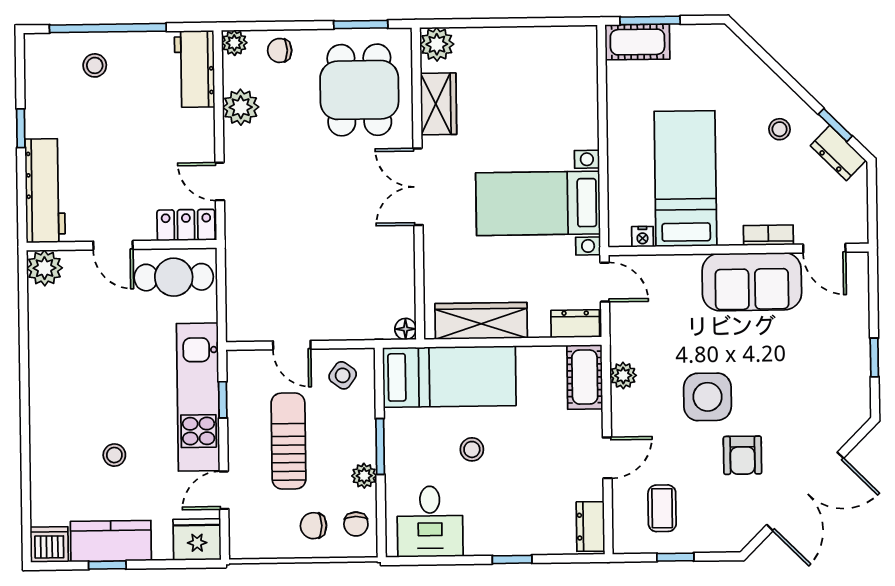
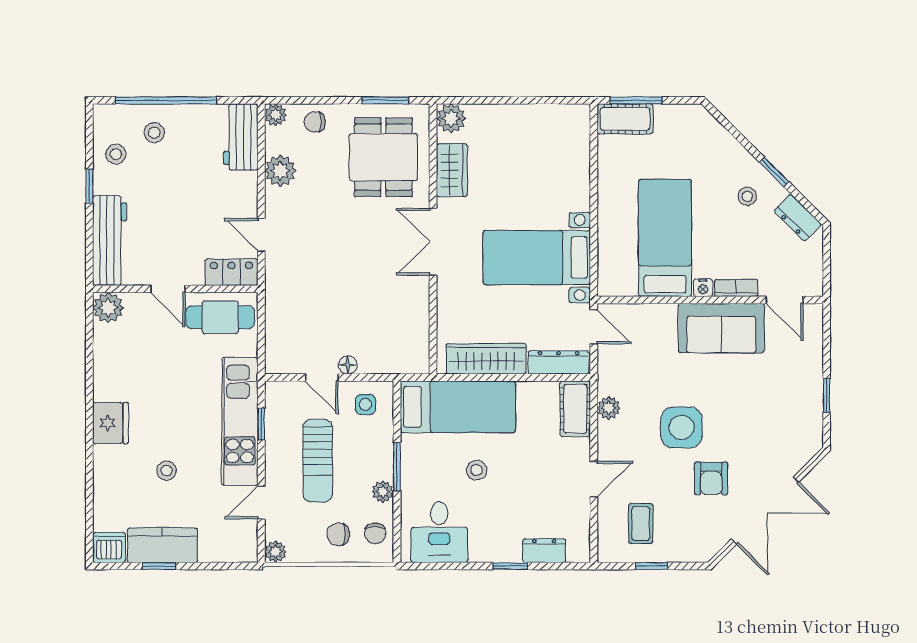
stool: (51, 91) -> (116, 154), added
window: (835, 125) -> (774, 172), moved
nightstand: (642, 237) -> (703, 288), moved
dresser: (575, 324) -> (559, 362), width x1.44
floor lamp: (405, 329) -> (348, 365), moved
side table: (343, 375) -> (365, 404), turned -36
sun lounger: (289, 441) -> (318, 461), turned 180
dresser: (590, 526) -> (544, 551), moved, turned 90
fridge: (197, 539) -> (110, 423), moved, turned 90
plant: (241, 547) -> (275, 552), added

